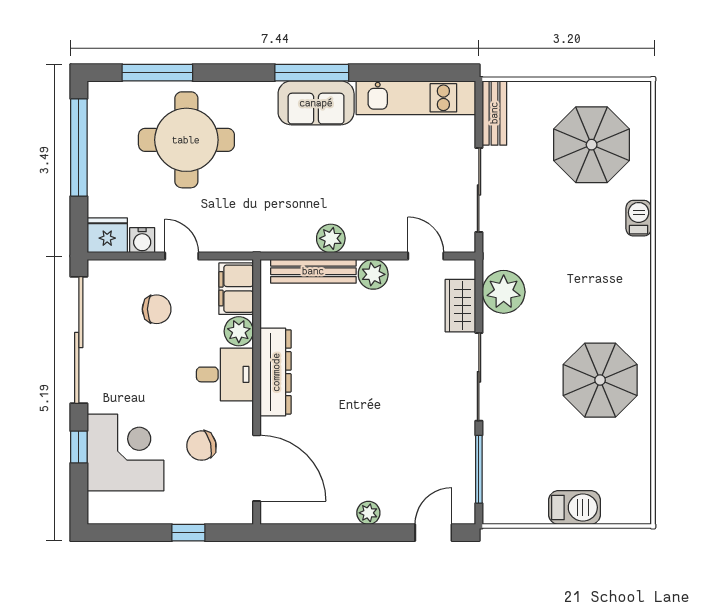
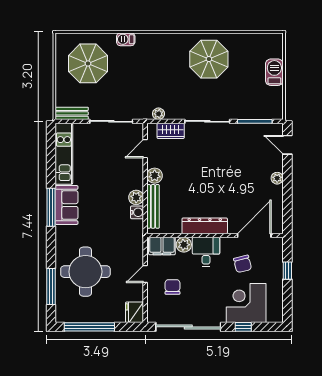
water cooler: (142, 240) -> (137, 212), moved
plant: (504, 292) -> (158, 114), width x0.53, depth x0.53

